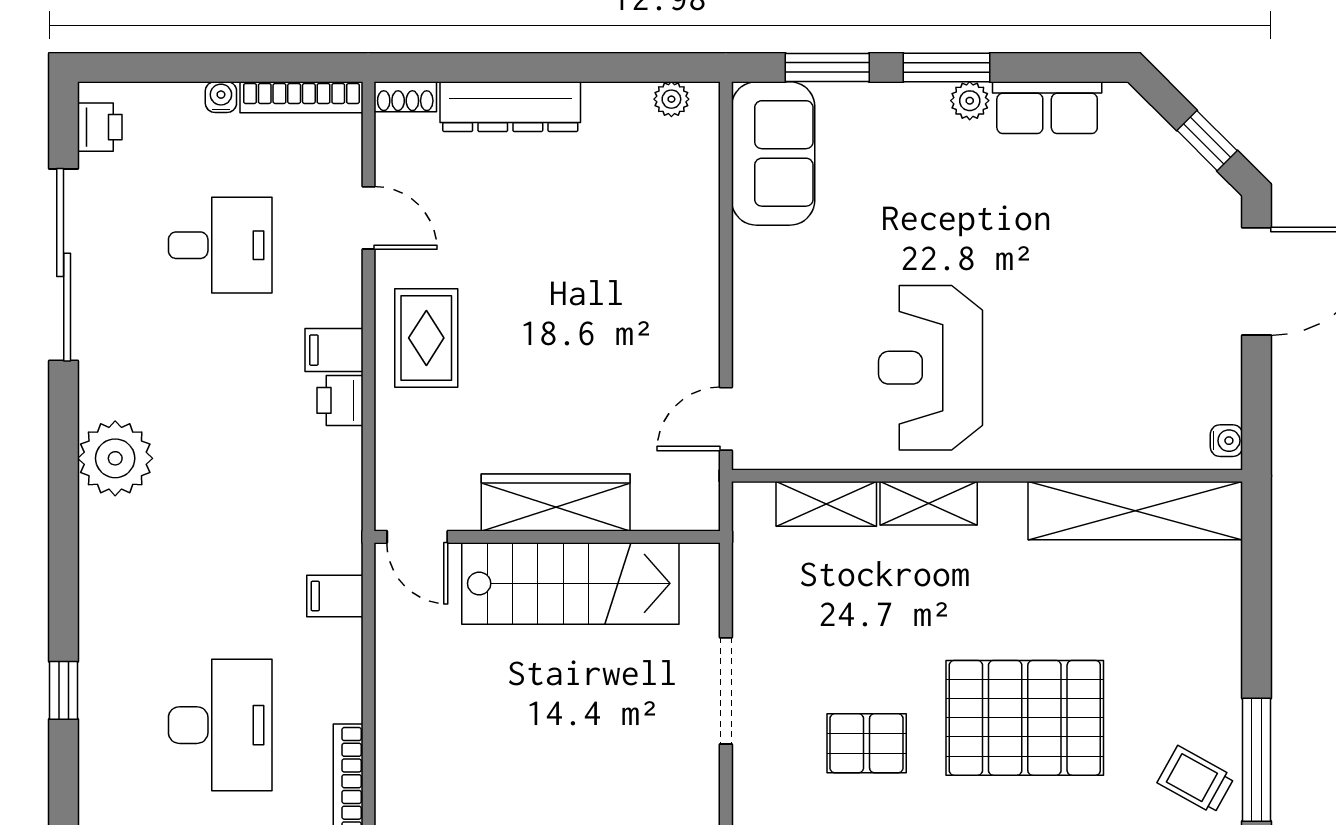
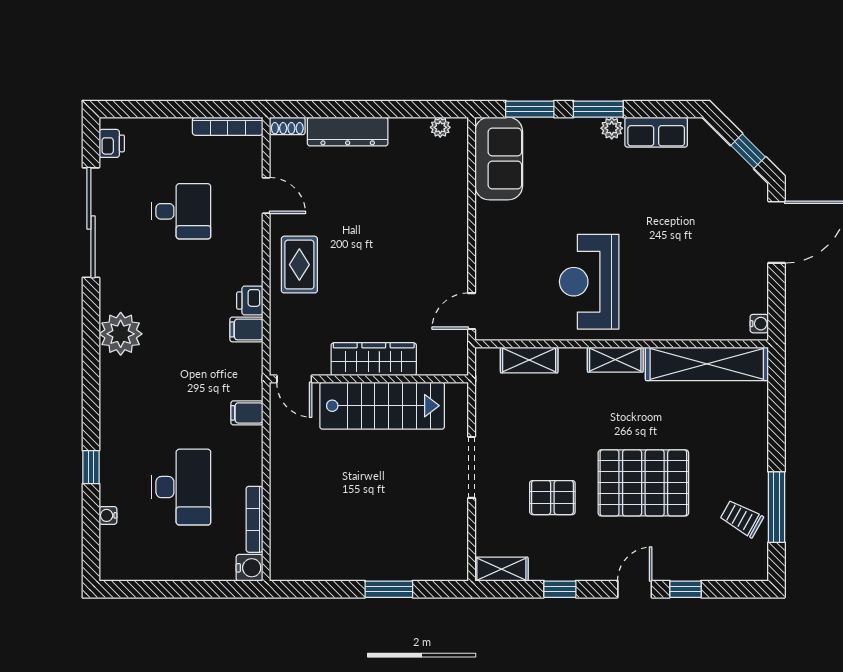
water cooler: (221, 97) -> (108, 515), moved, turned -90
filing cabinet: (334, 350) -> (246, 329), moved
shelving: (929, 503) -> (615, 360), moved

